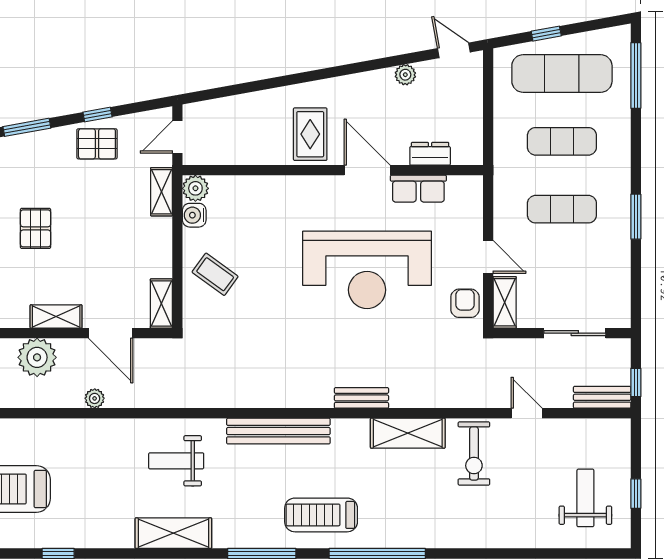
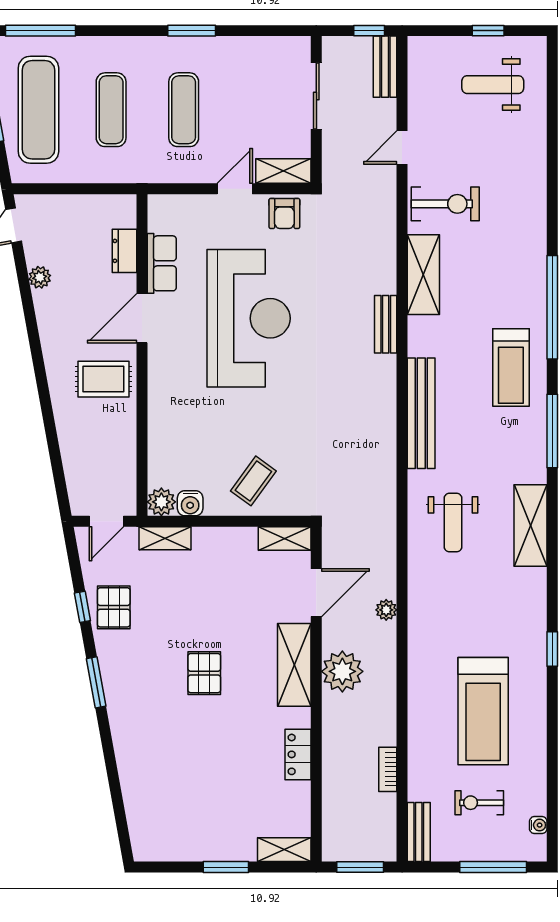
door: (177, 137) -> (106, 521), hinge flipped
pallet: (36, 228) -> (204, 673), turned 90
armchair: (465, 303) -> (284, 213), turned -90
shelving: (56, 316) -> (294, 665), width x1.50, depth x1.33

